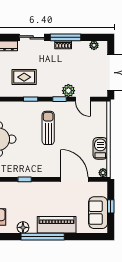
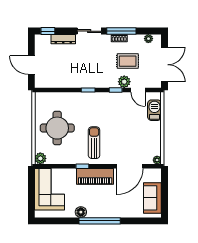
rug: (24, 77) -> (128, 61), moved
sun lounger: (48, 128) -> (94, 143), moved
barbecue: (100, 148) -> (154, 110), moved
door: (74, 179) -> (130, 166), swing flipped
window: (111, 206) -> (164, 192), removed
piano: (57, 225) -> (95, 176), moved, turned 180

